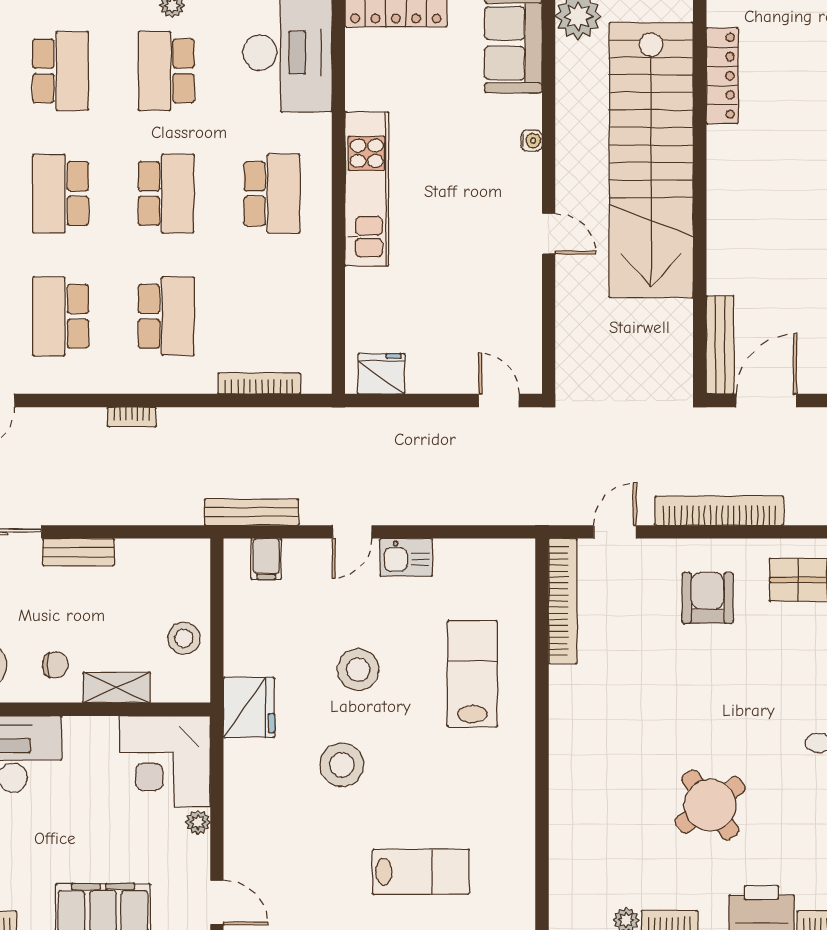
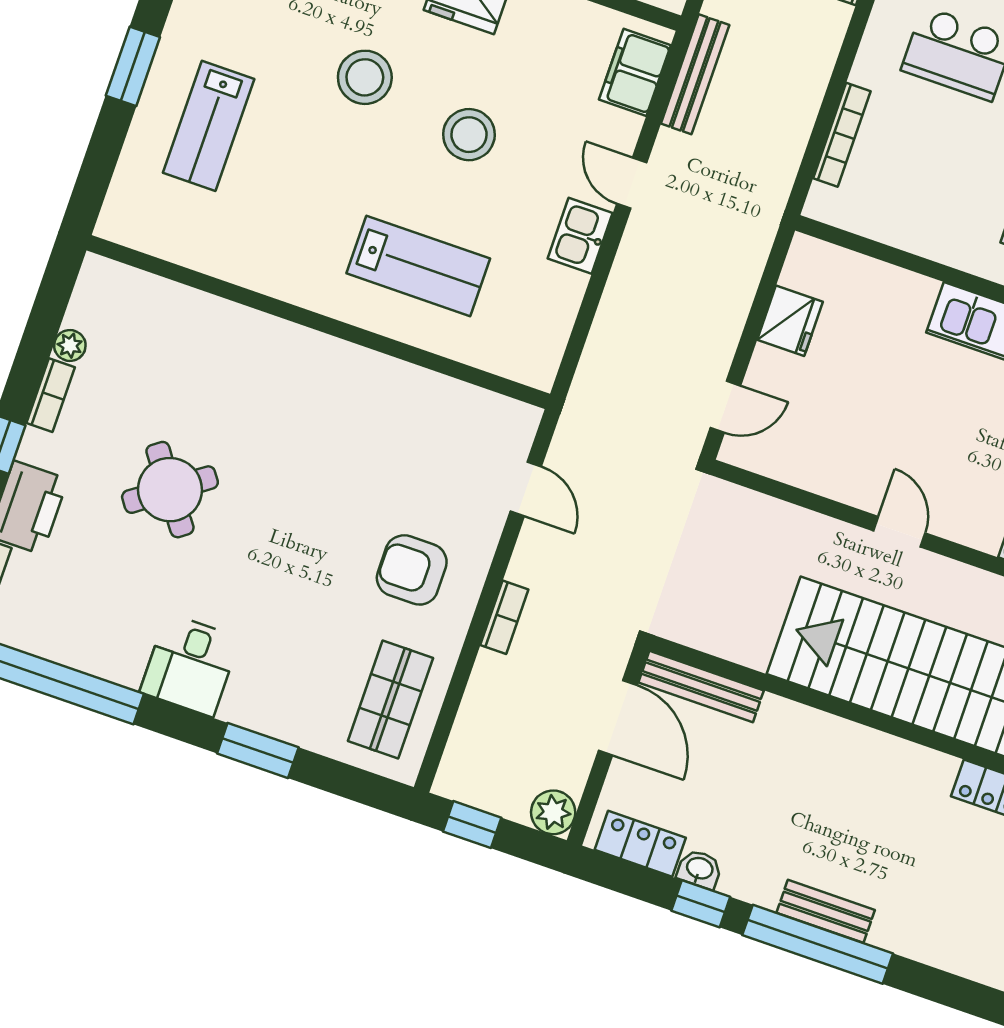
door: (549, 234) -> (899, 532), swing flipped
fridge: (381, 374) -> (790, 321), moved
bookcase: (719, 511) -> (504, 617), width x0.43, depth x0.76
filing cabinet: (266, 559) -> (635, 72), width x2.00
armchair: (708, 598) -> (412, 570), turned 180
bookcase: (563, 601) -> (466, 400), removed

